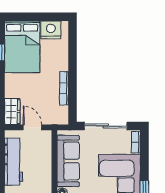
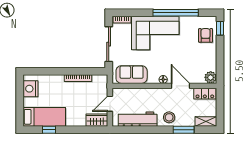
bed: (22, 47) -> (44, 117), width x0.67
sofa: (68, 161) -> (132, 75), width x0.73

